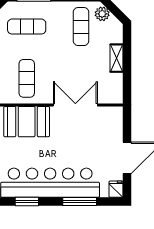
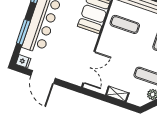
double door: (75, 105) -> (89, 67), moved

